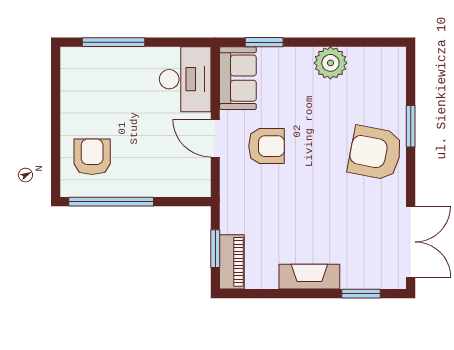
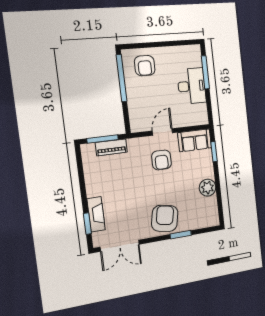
desk: (185, 79) -> (192, 86), moved, turned -90
armchair: (92, 157) -> (145, 66), turned 90
window: (215, 249) -> (103, 139), width x1.44
piano: (232, 262) -> (111, 147), moved
fireplace: (309, 277) -> (96, 214), moved

